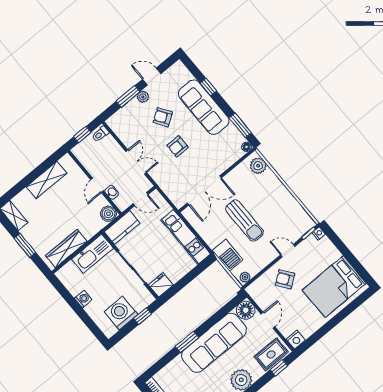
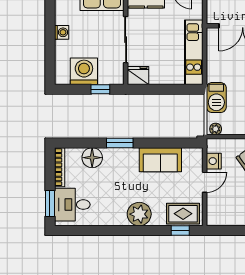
floor lamp: (246, 310) -> (92, 158), moved
nightstand: (296, 340) -> (214, 161), moved, turned 90
sofa: (214, 343) -> (160, 160), width x0.54, depth x0.79

